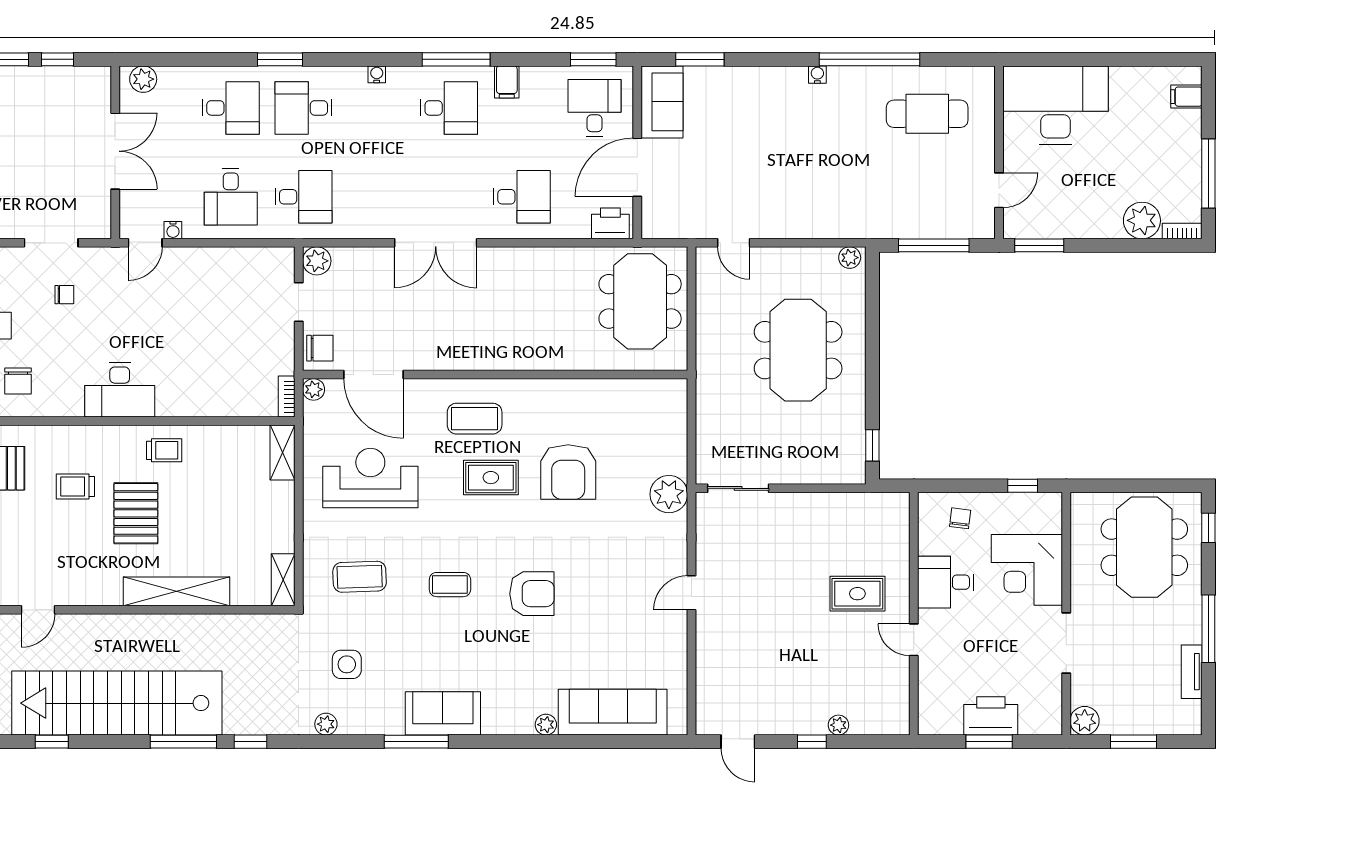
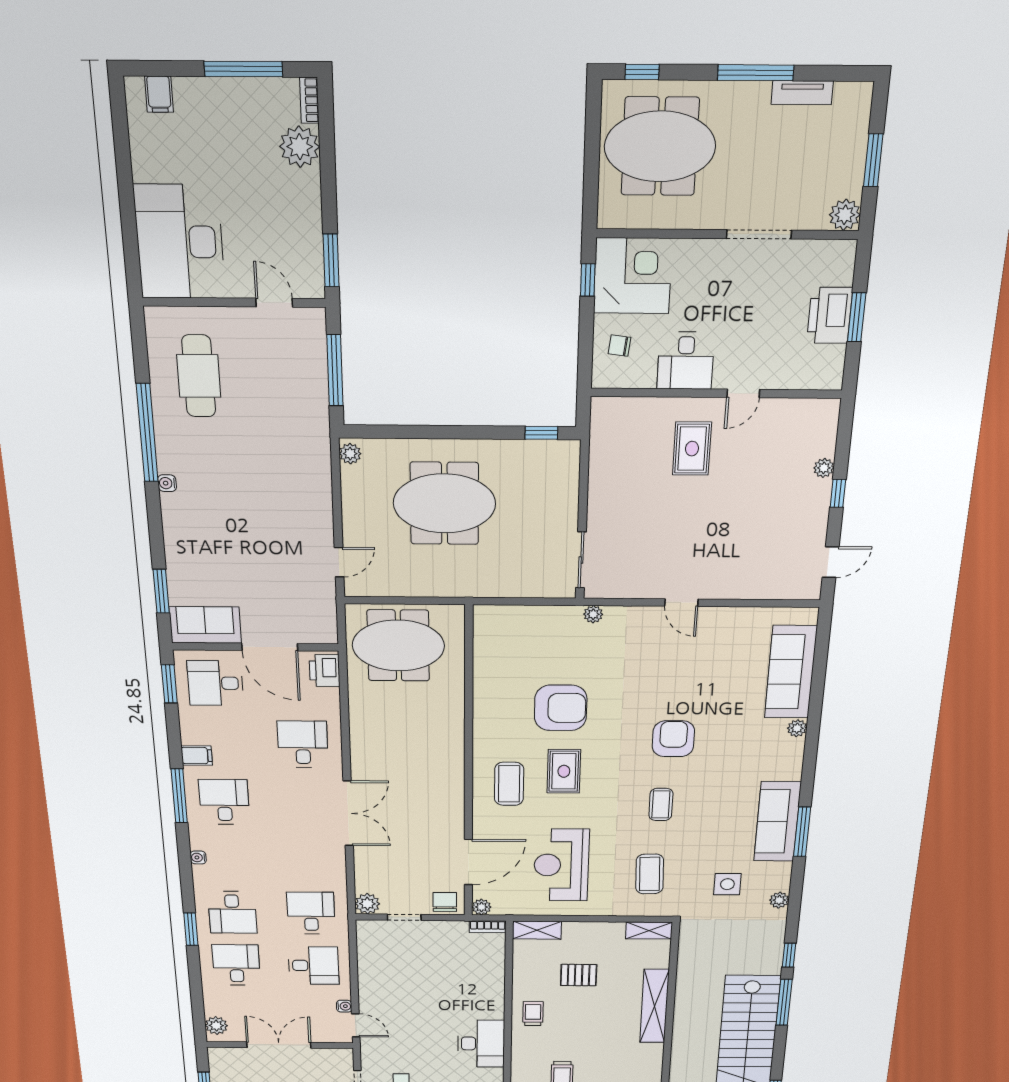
plant: (669, 494) -> (593, 614), width x0.53, depth x0.53
pallet: (136, 513) -> (579, 975), moved, width x0.67, depth x0.71
corner desk: (1027, 570) -> (633, 276), moved, turned -90
sofa: (443, 713) -> (777, 822), width x1.36

